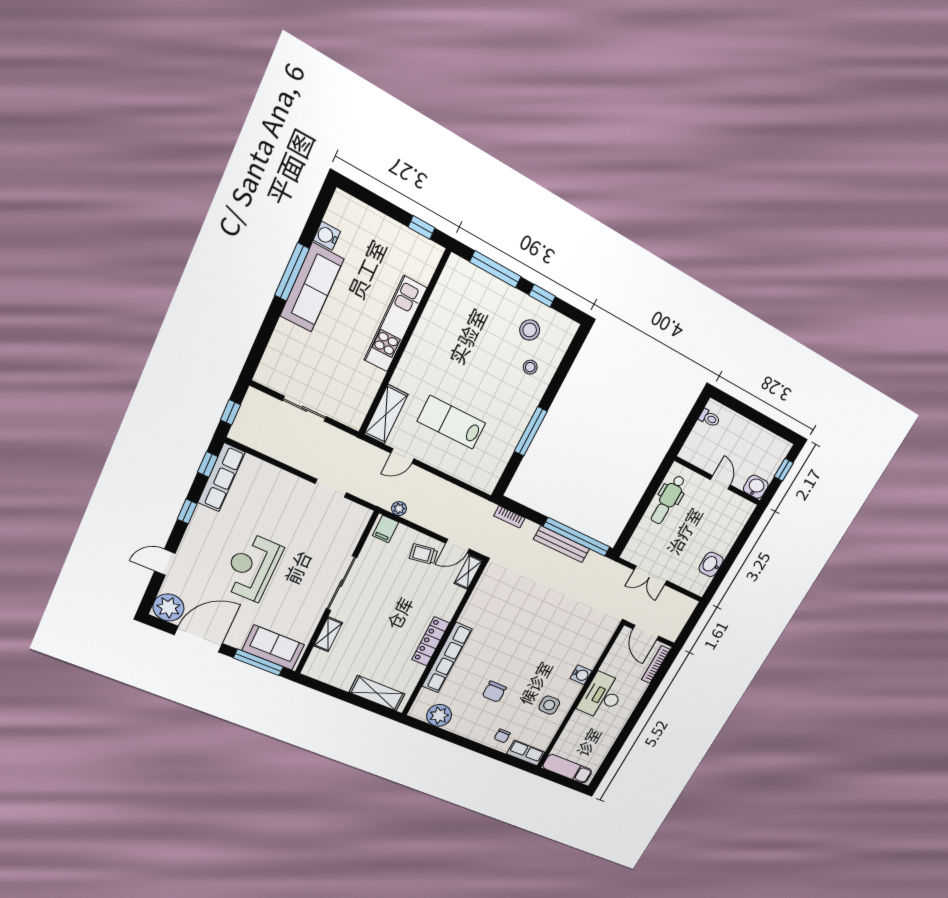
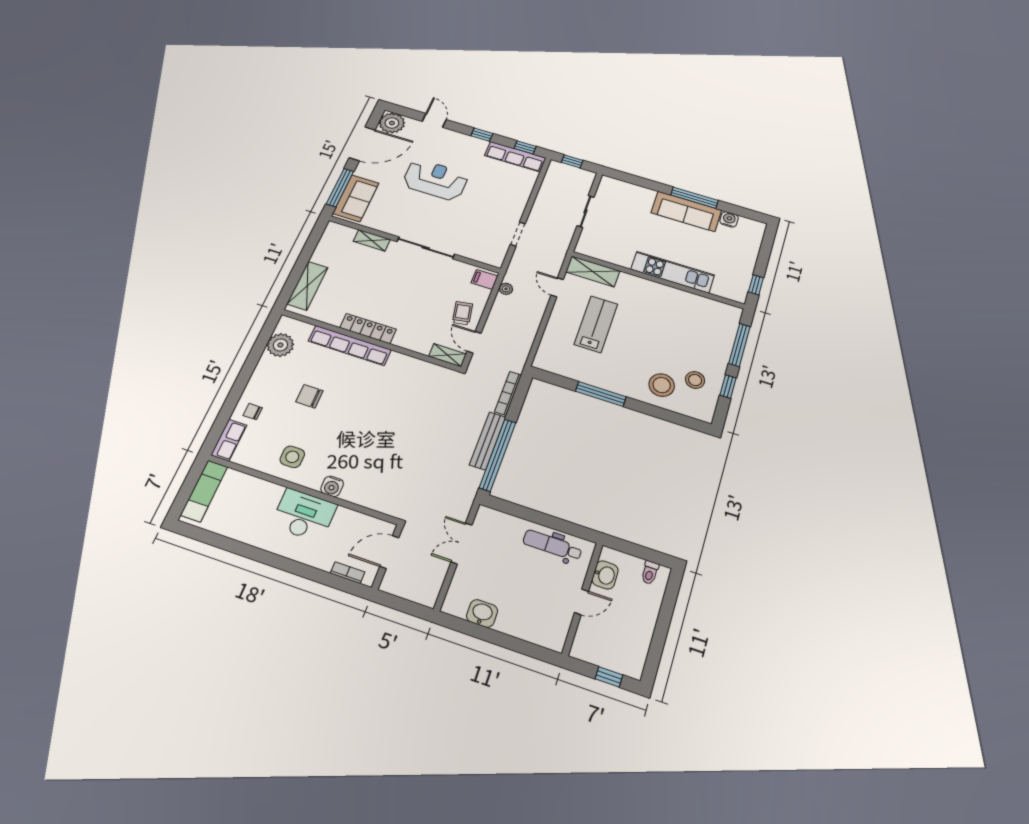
stool: (530, 367) -> (662, 385), width x1.89, depth x1.89
washbasin: (756, 487) -> (605, 575), moved
bookcase: (509, 517) -> (508, 393), width x1.56
door: (199, 639) -> (362, 144), hinge flipped
bookcase: (656, 665) -> (348, 573), width x0.64

